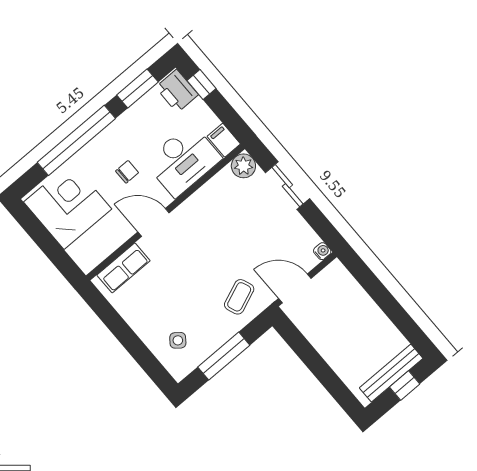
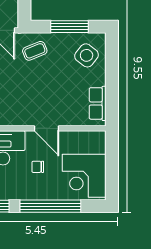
row of seats: (124, 268) -> (98, 103), moved, turned -90
side table: (178, 340) -> (87, 55), width x1.87, depth x1.87

